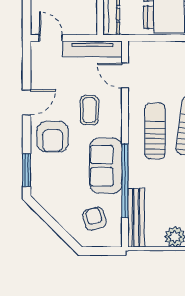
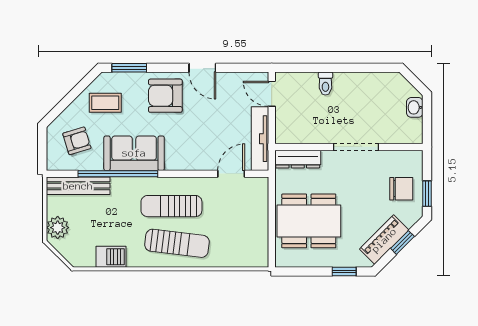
door: (51, 38) -> (272, 94), swing flipped
coffee table: (89, 110) -> (105, 103), moved
sun lounger: (155, 131) -> (171, 206), turned 180

